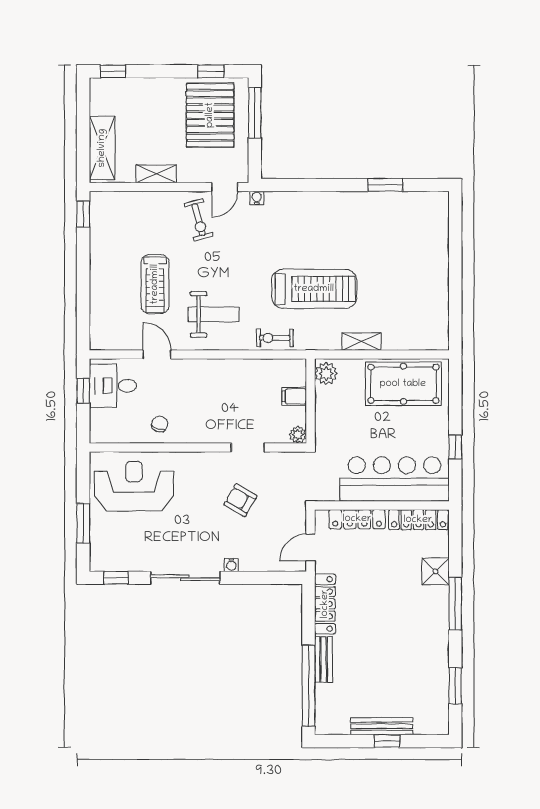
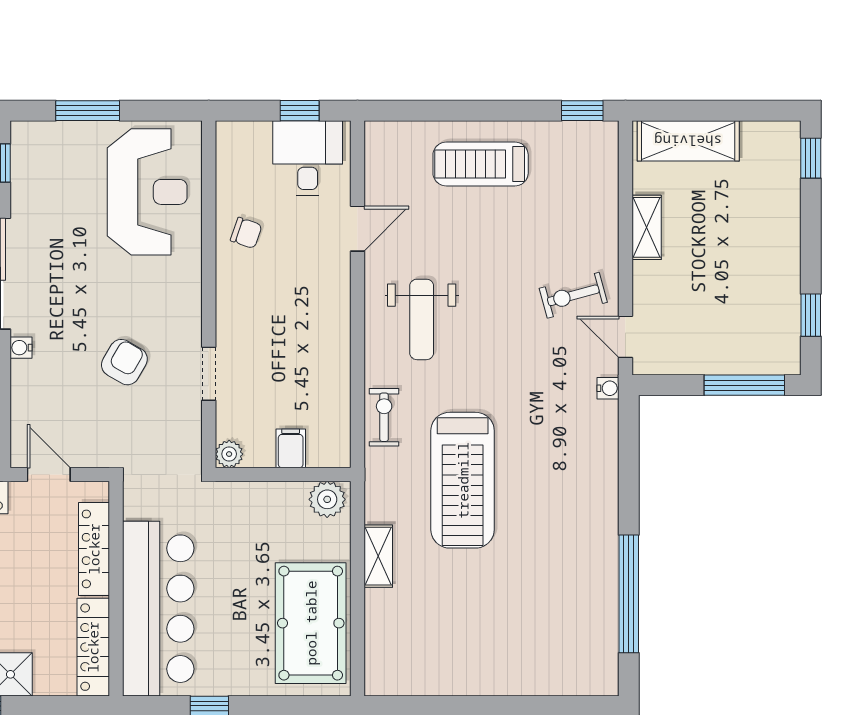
pallet: (210, 115) -> (740, 314), removed
window: (385, 185) -> (629, 594), width x2.11
treadmill: (155, 284) -> (481, 164), moved

